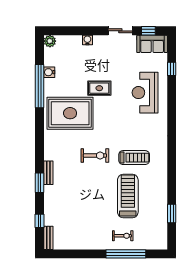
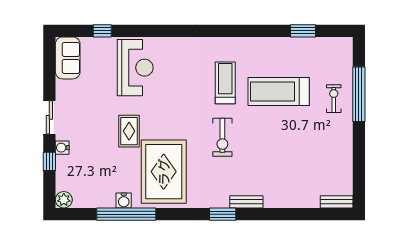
sliding door: (120, 31) -> (49, 117), moved
window: (148, 31) -> (49, 161), moved
water cooler: (49, 72) -> (124, 201), moved
reception desk: (145, 93) -> (135, 68), turned -90
exercise bike: (95, 155) -> (222, 137), turned 180
window: (39, 183) -> (223, 214), moved
window: (39, 221) -> (313, 214), removed

